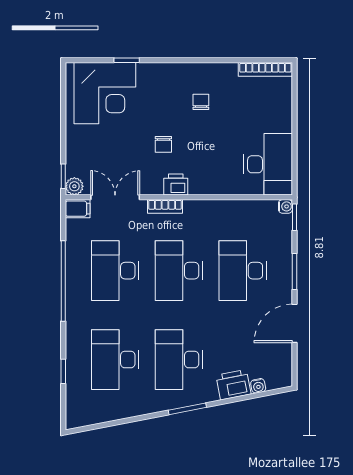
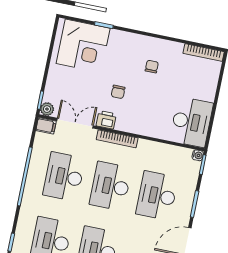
printer: (176, 185) -> (106, 120), moved
bookcase: (165, 206) -> (117, 139), width x1.56

